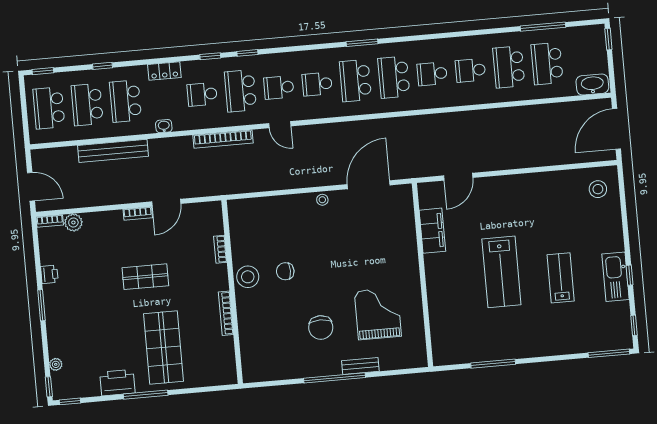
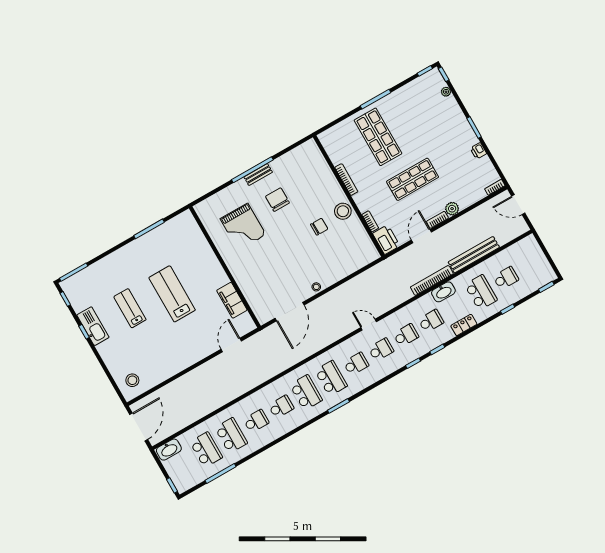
school desk: (240, 91) -> (406, 335), width x0.54
school desk: (87, 105) -> (506, 278), width x0.54
school desk: (49, 108) -> (531, 264), removed
washbasin: (164, 126) -> (443, 292), width x1.91, depth x1.45
bookcase: (223, 139) -> (432, 280), moved
plant: (73, 222) -> (452, 209), moved
shop shelf: (145, 277) -> (413, 179), width x1.43, depth x1.36
lab bench: (561, 278) -> (130, 308), turned 180
bench: (360, 366) -> (258, 175), moved
printer: (117, 383) -> (386, 240), moved, turned -90

